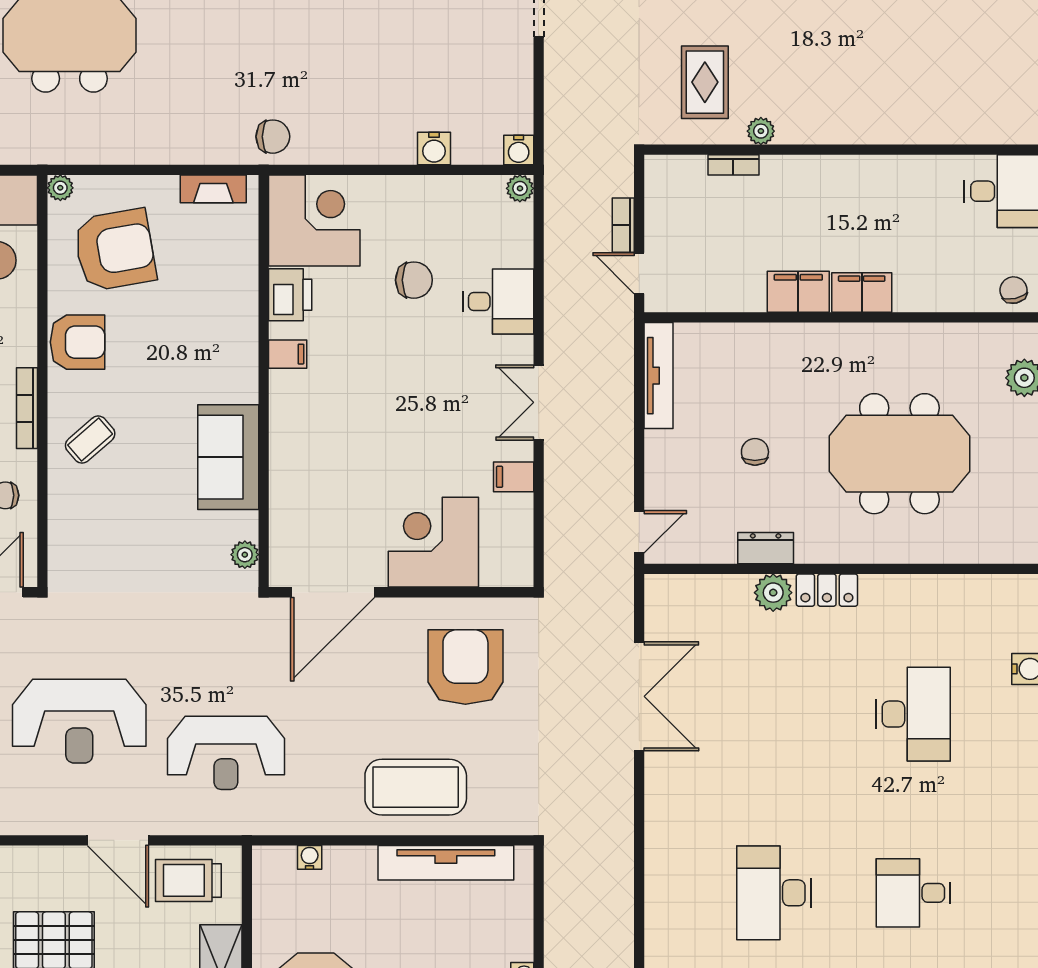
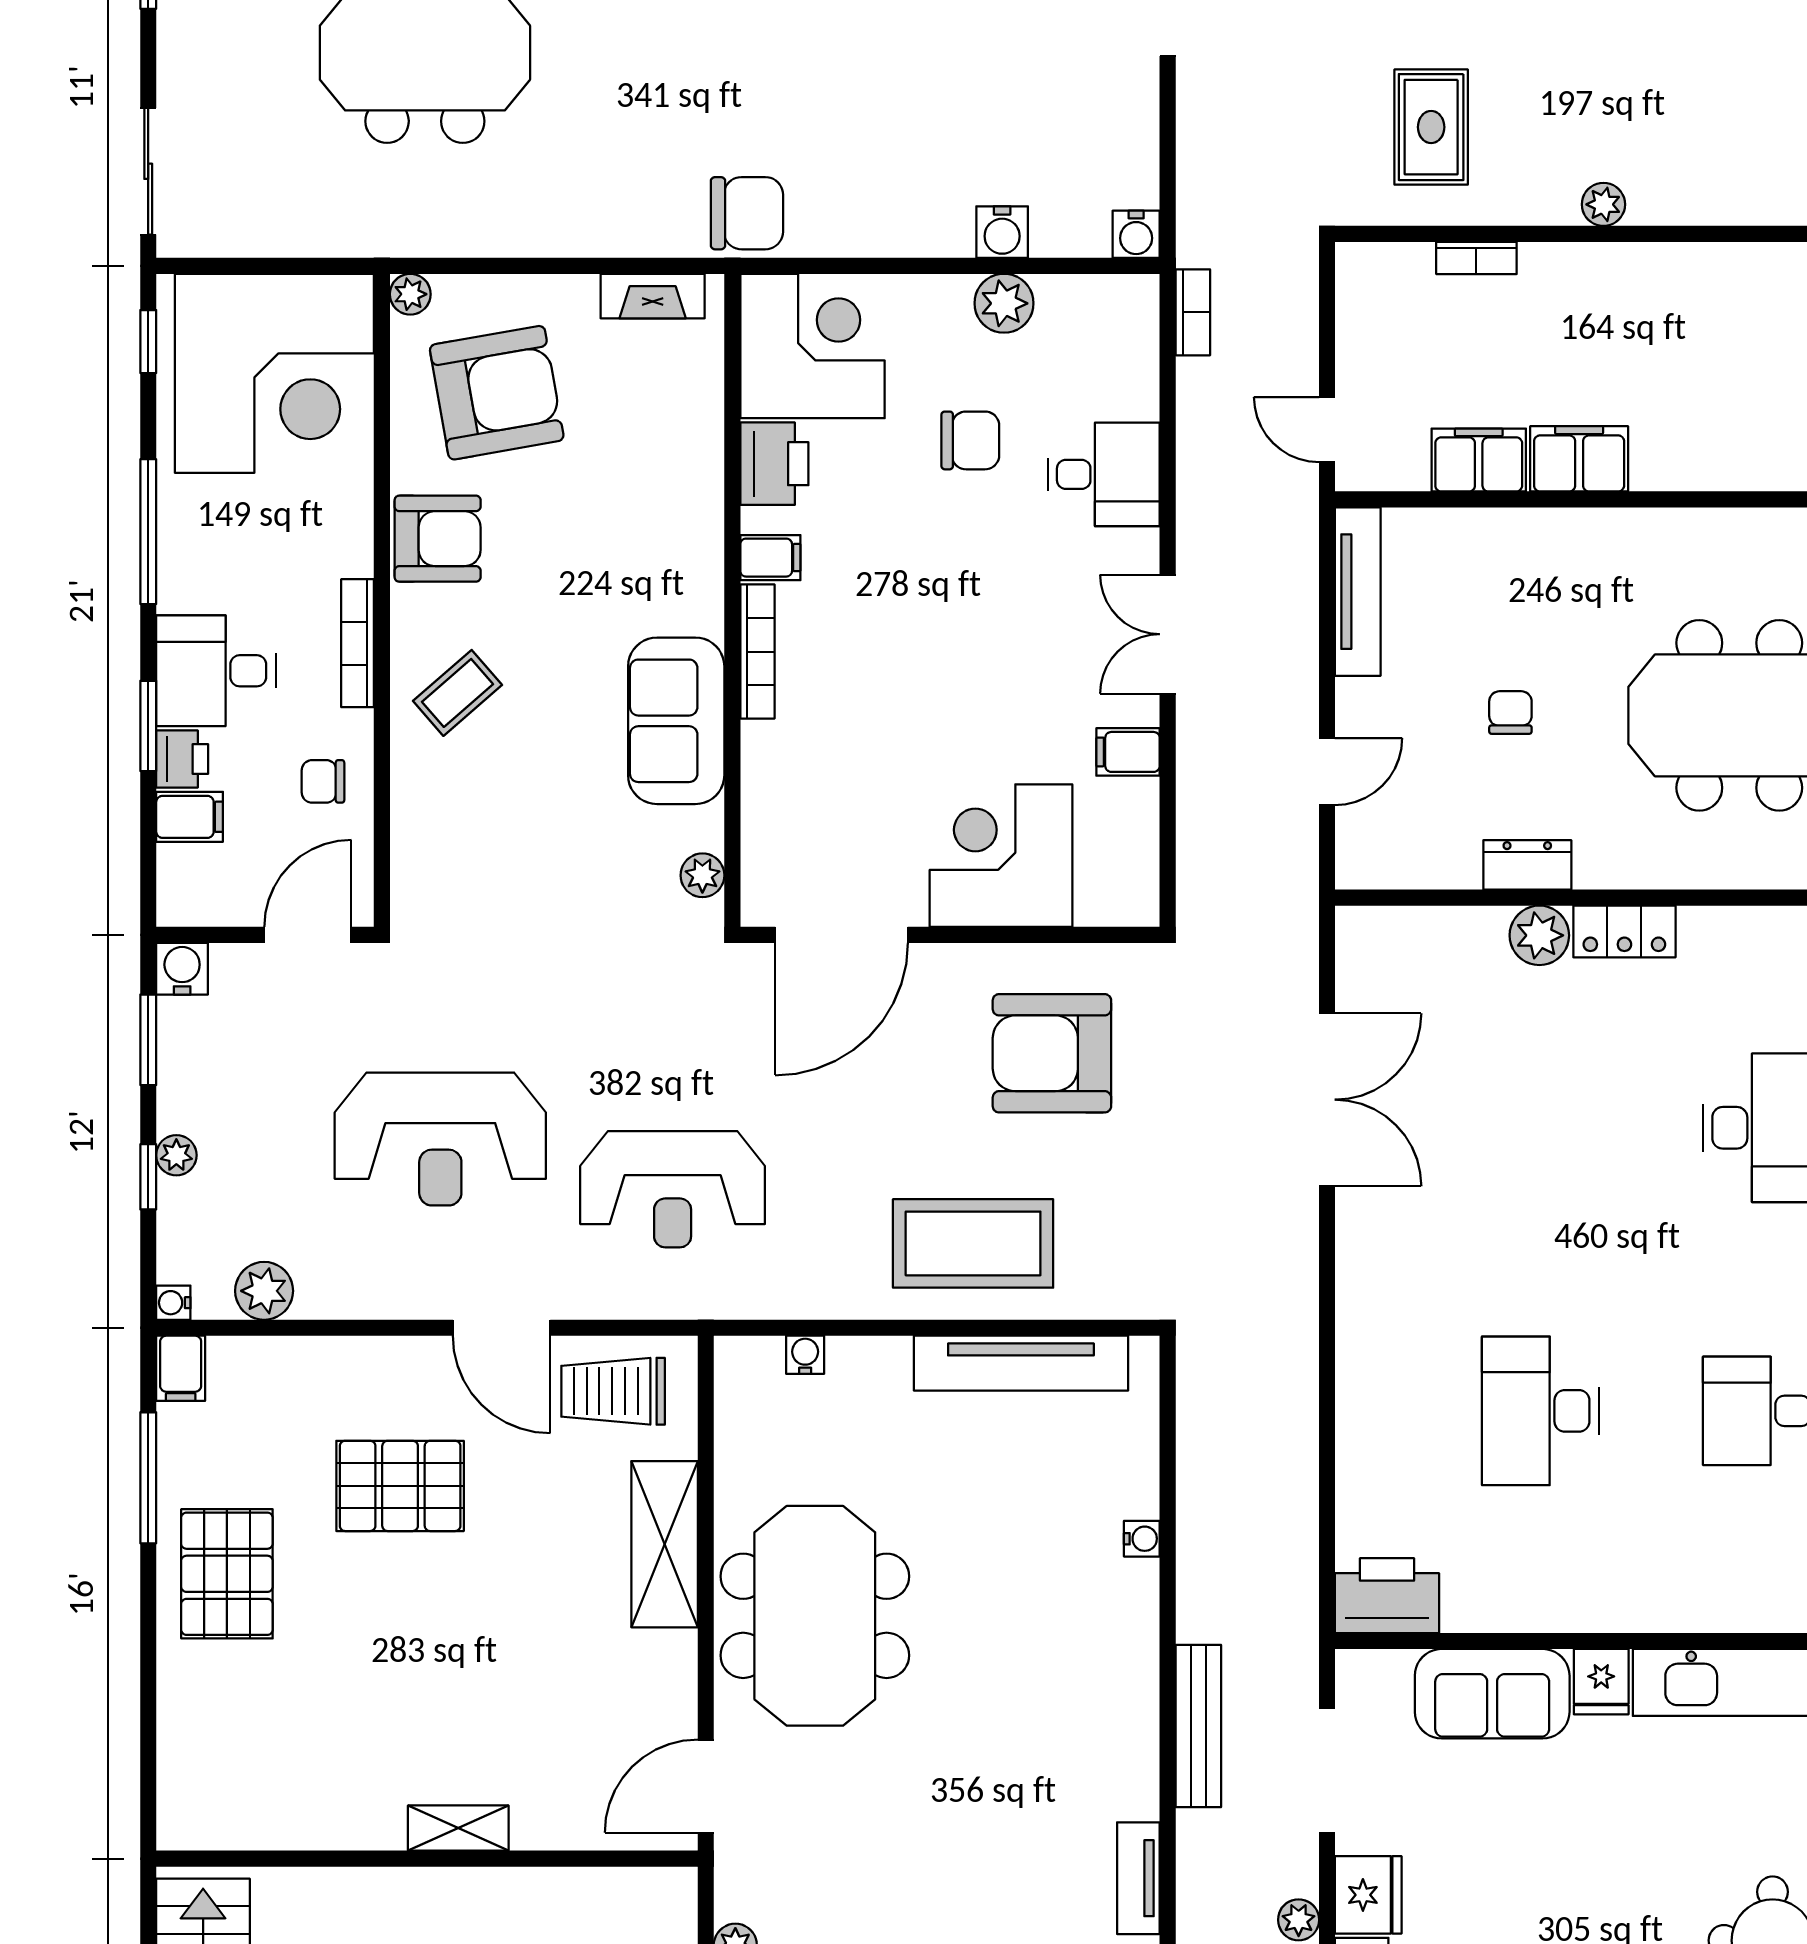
plant: (761, 131) -> (1603, 204), moved
chair: (273, 137) -> (747, 213), width x1.37, depth x1.37
plant: (520, 188) -> (1004, 303), moved, width x1.38, depth x1.38
bookcase: (623, 225) -> (1193, 312), moved, turned 180
filing cabinet: (862, 292) -> (1479, 460), moved
bookcase: (279, 413) -> (757, 652), added
door: (639, 532) -> (1327, 772), moved
armchair: (465, 667) -> (1052, 1053), turned -90

